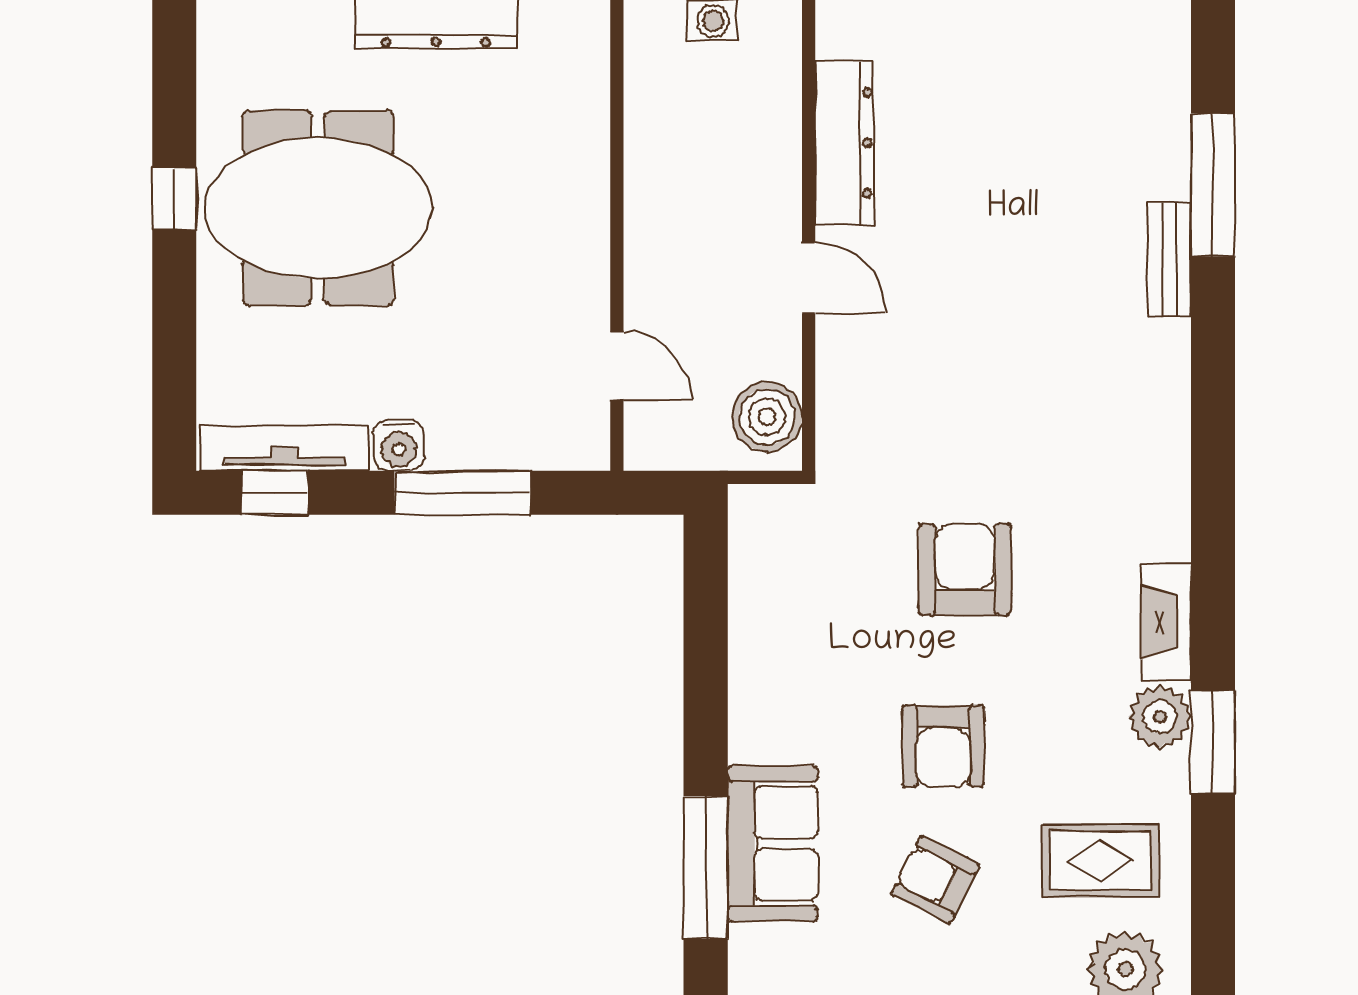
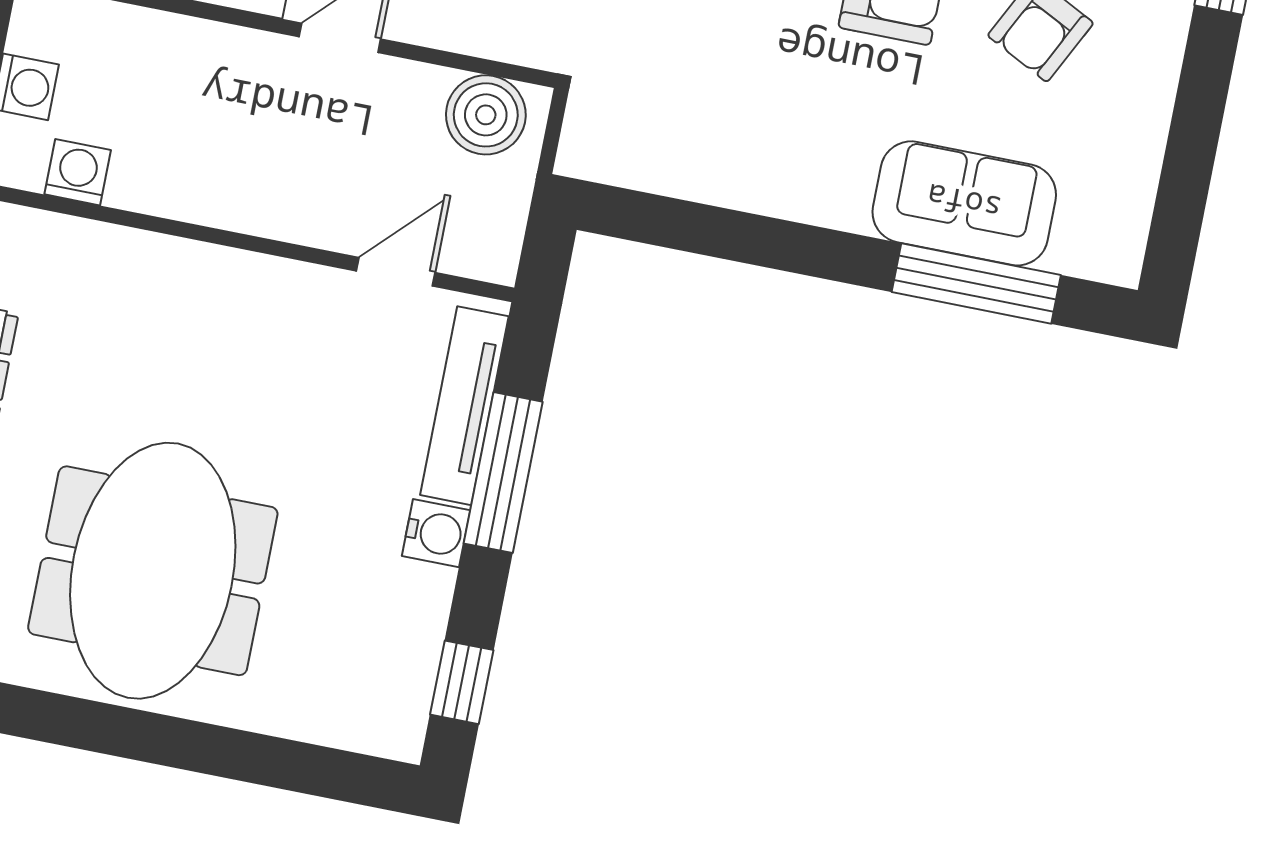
washing machine: (648, 75) -> (78, 172), added
window: (174, 199) -> (110, 730), removed
tv unit: (284, 448) -> (464, 406), moved

